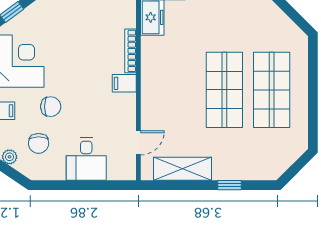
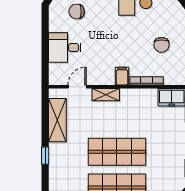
shelving: (149, 105) -> (106, 95), added
chair: (51, 107) -> (162, 45), moved
door: (138, 143) -> (77, 87), swing flipped

